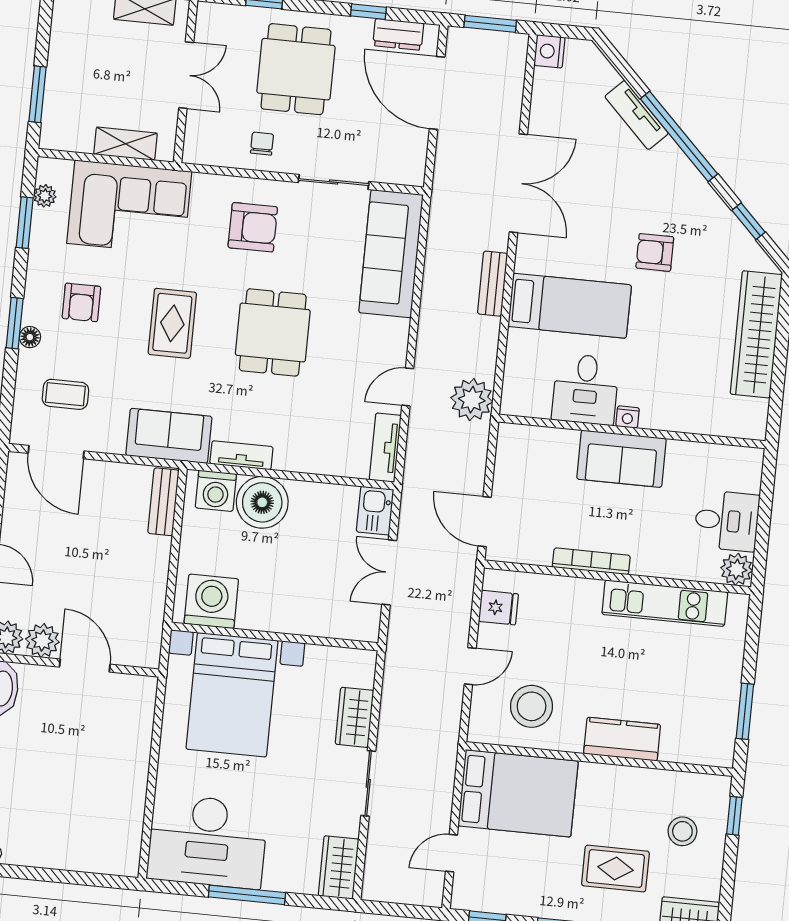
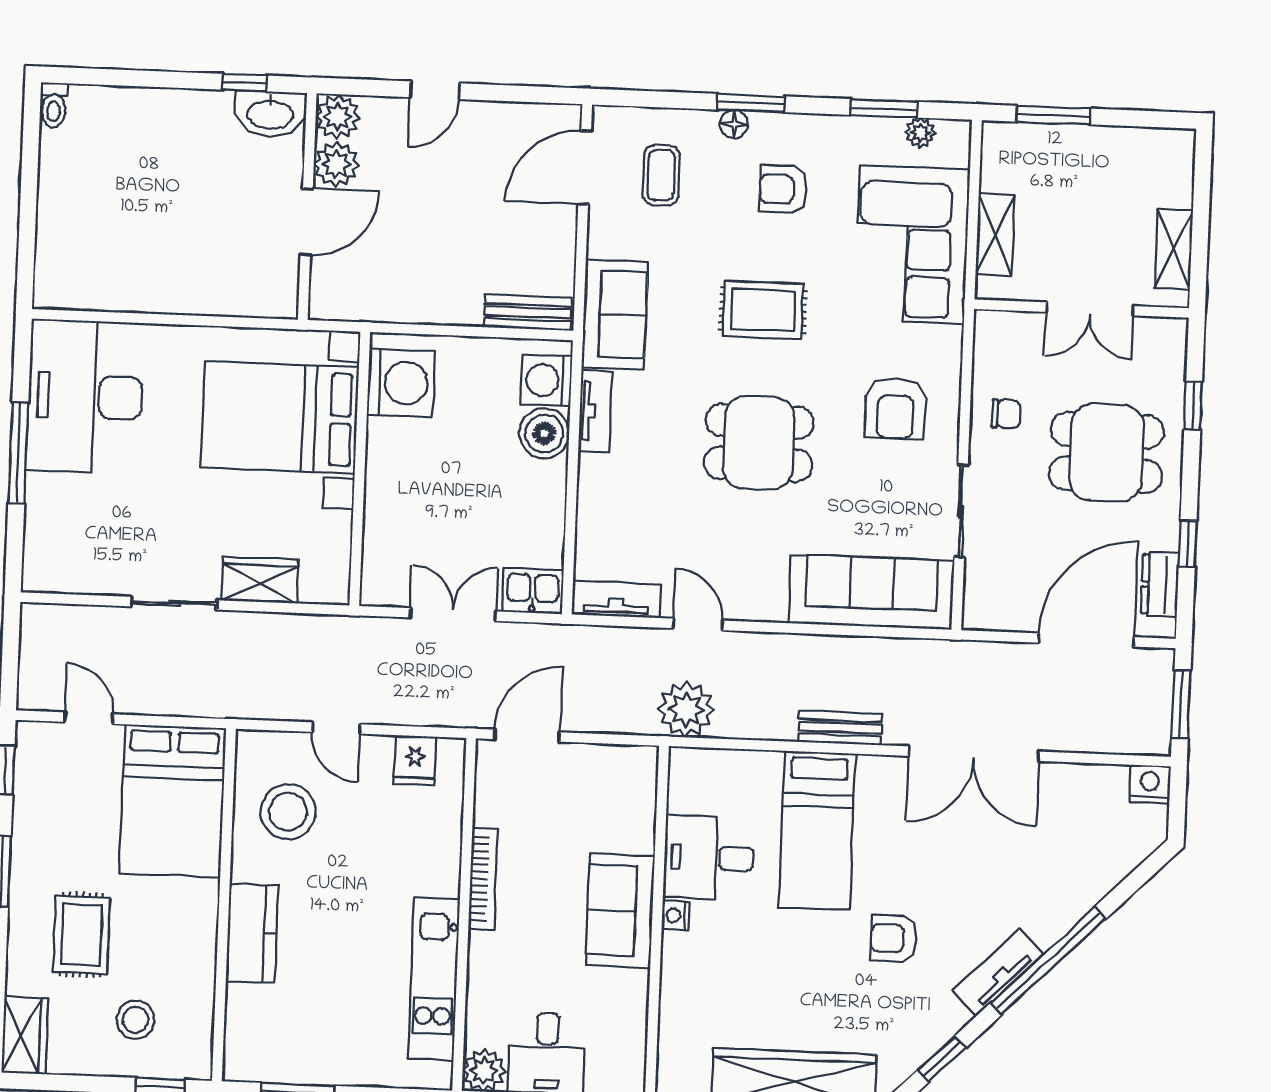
tv unit: (637, 115) -> (998, 973), moved
armchair: (655, 252) -> (894, 938), turned -90
boiler: (262, 502) -> (544, 433), width x0.73, depth x0.73
wardrobe: (339, 867) -> (61, 571), removed

